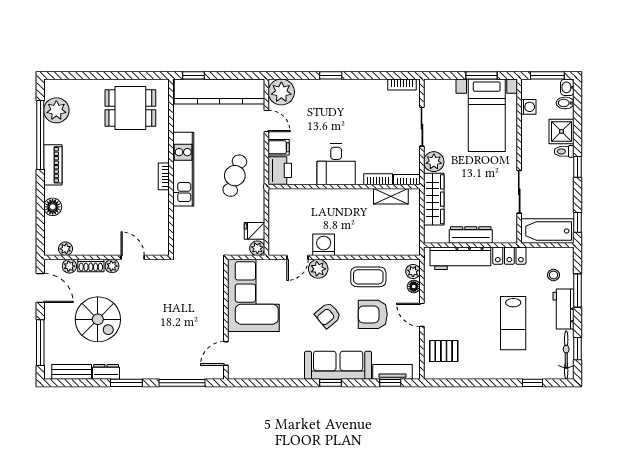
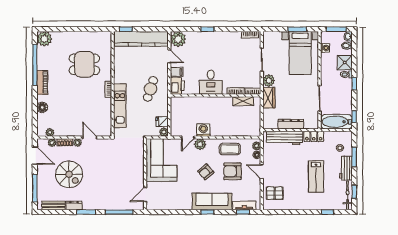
dining table: (130, 108) -> (84, 64), moved
plant: (56, 110) -> (44, 39), moved
kitchen unit: (183, 169) -> (120, 106), moved
wardrobe: (434, 199) -> (269, 98), width x0.67

